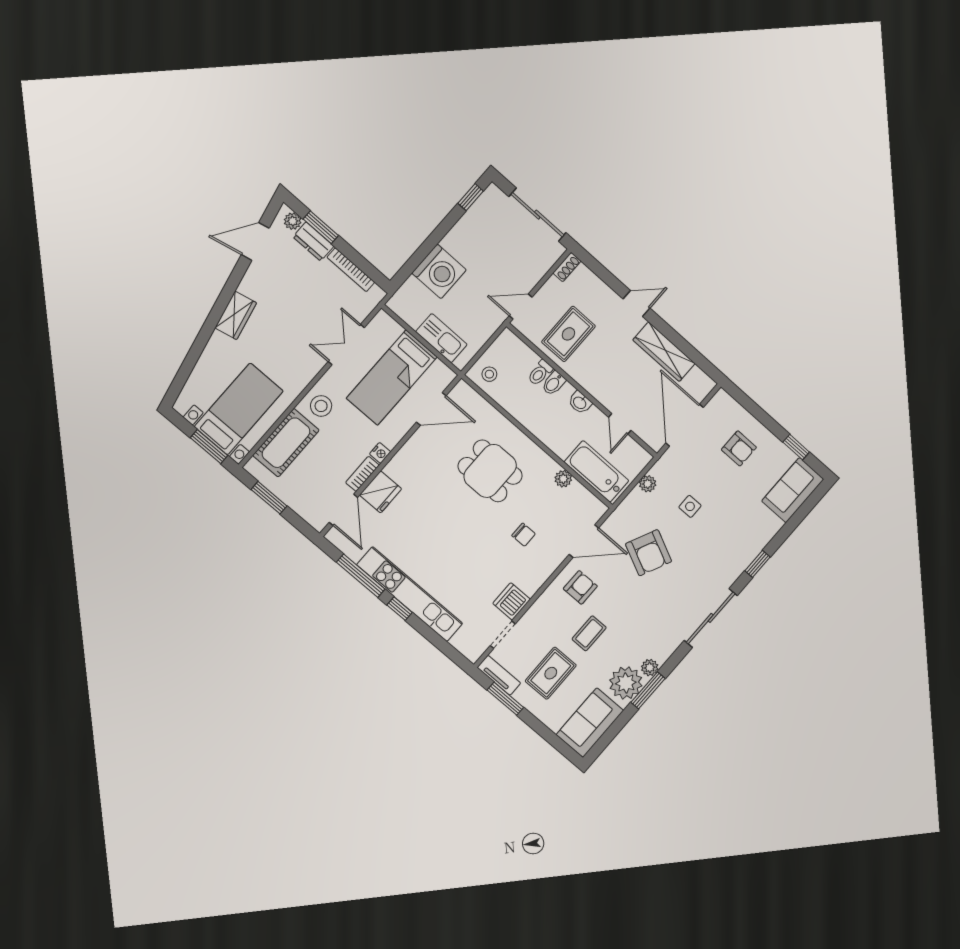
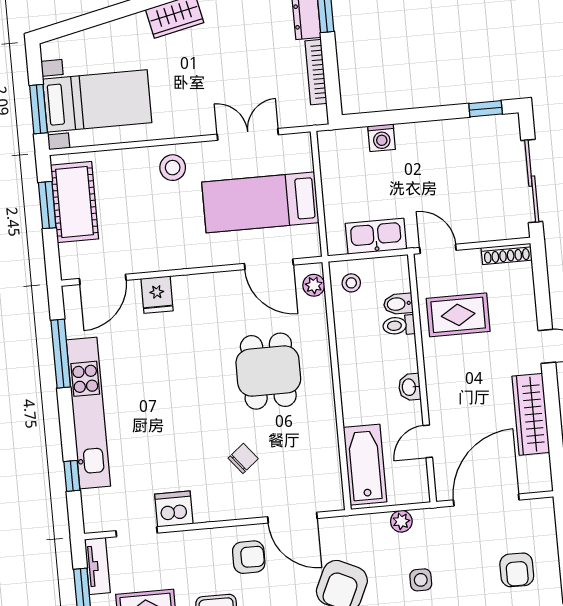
shoe rack: (567, 267) -> (507, 254), width x1.43
washing machine: (439, 271) -> (382, 138), width x0.53, depth x0.53
kitchen sink: (441, 338) -> (376, 236), moved, turned -90
bidet: (554, 383) -> (398, 304), moved
cot: (286, 443) -> (74, 202), moved, turned 90
nightstand: (380, 453) -> (185, 260), removed
bookcase: (362, 474) -> (151, 263), removed
plant: (563, 479) -> (314, 285), moved
fridge: (381, 492) -> (157, 295), width x0.72
chair: (524, 535) -> (243, 458), turned -129
window: (400, 609) -> (72, 476), moved

